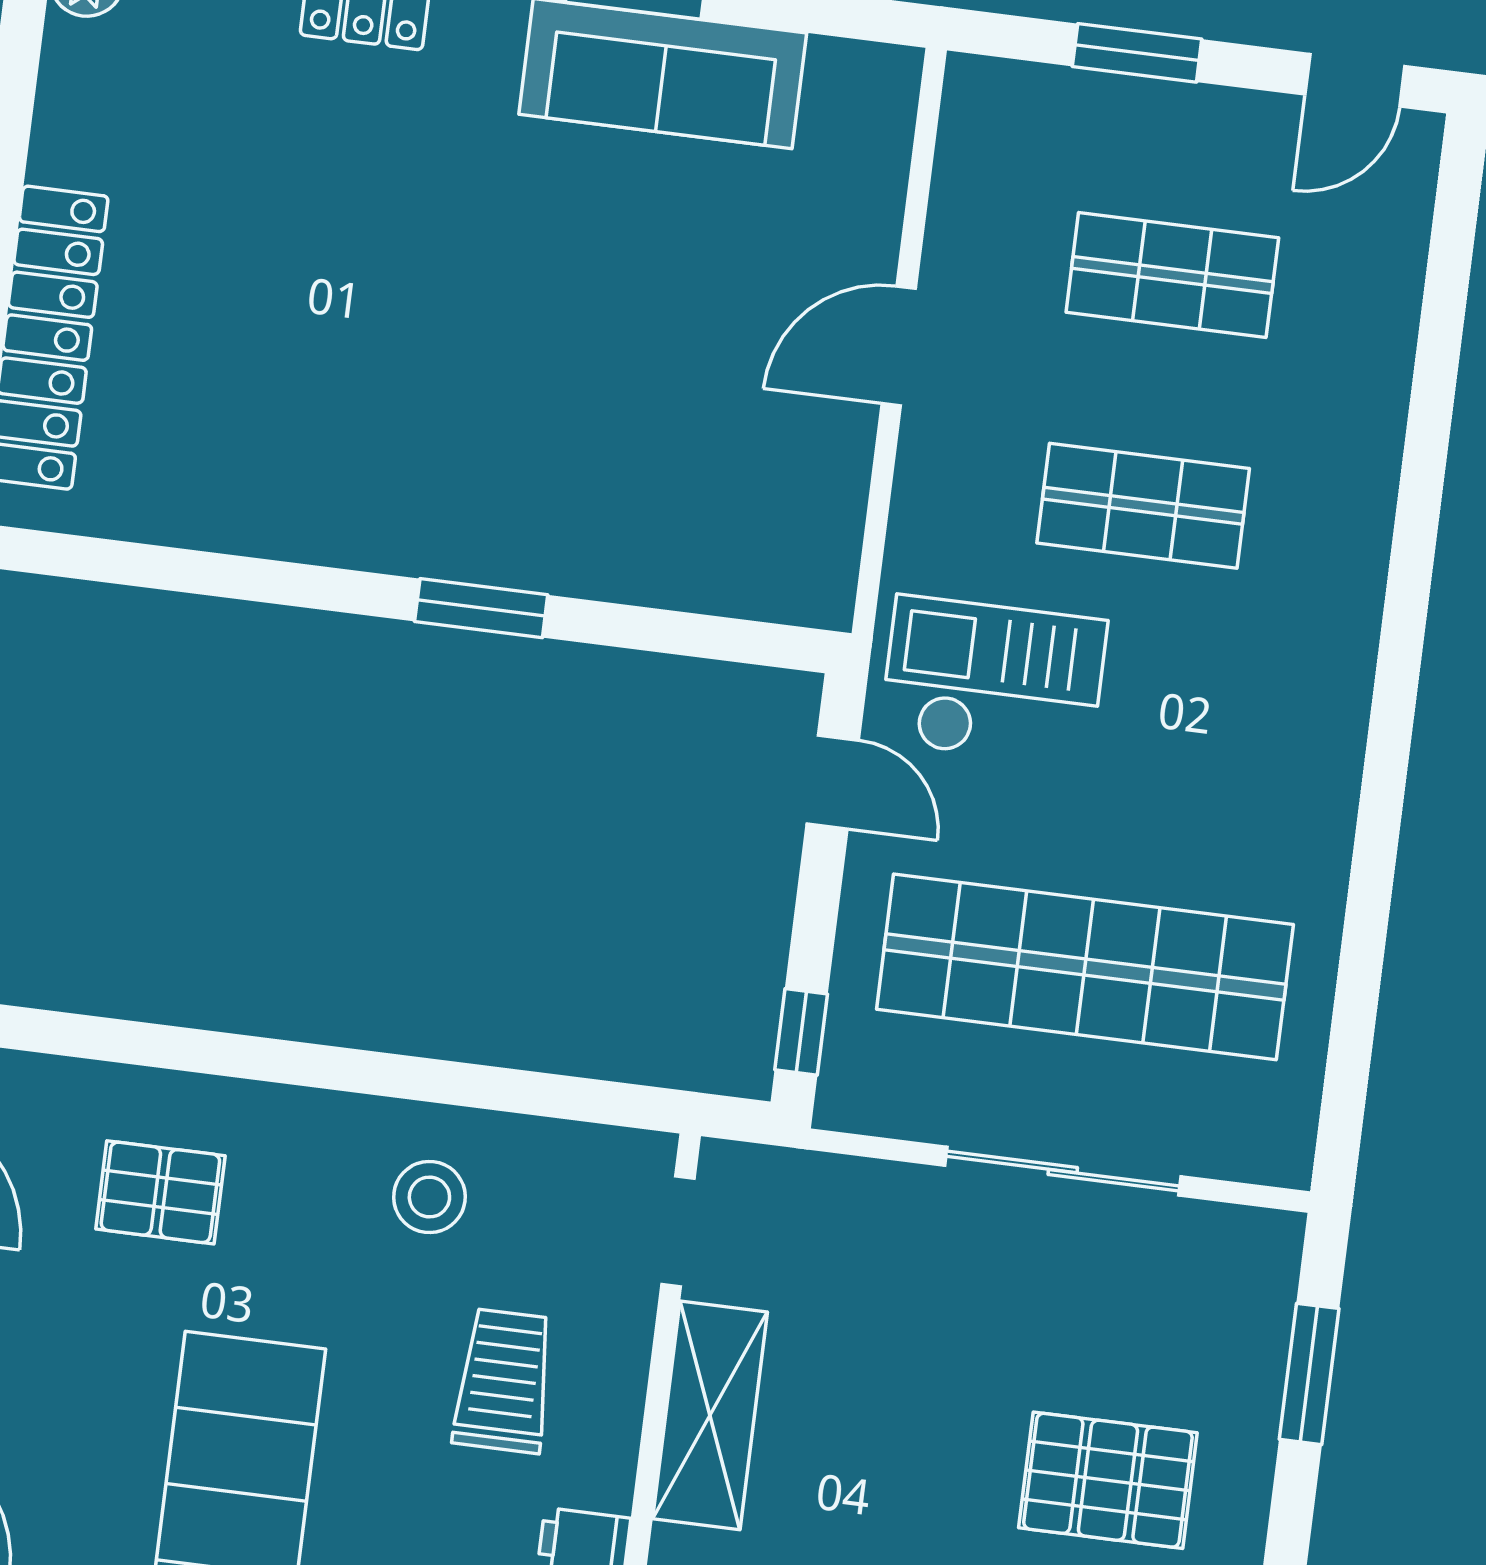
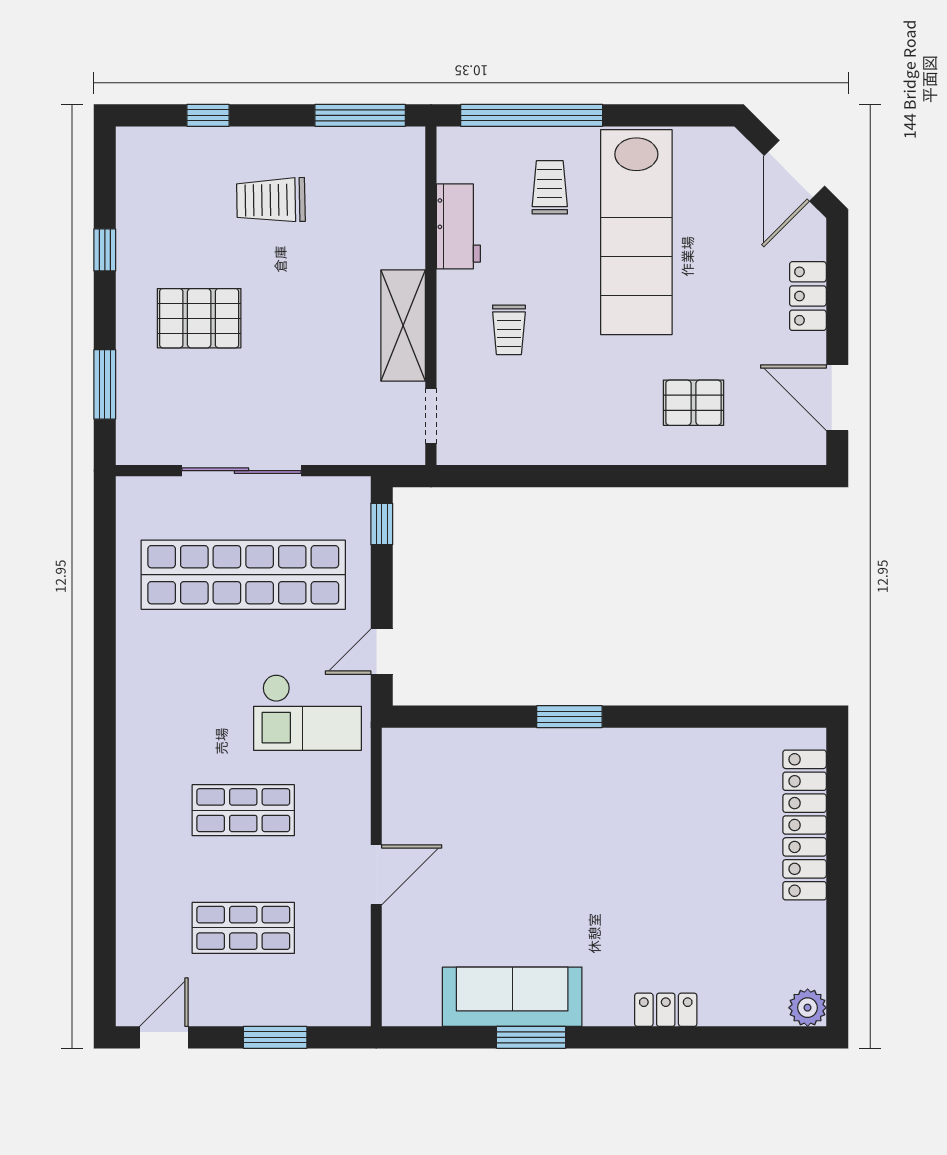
door: (833, 782) -> (382, 652), hinge flipped
stool: (429, 1197) -> (558, 417), removed
trolley: (504, 1381) -> (509, 330), width x0.73, depth x0.72

